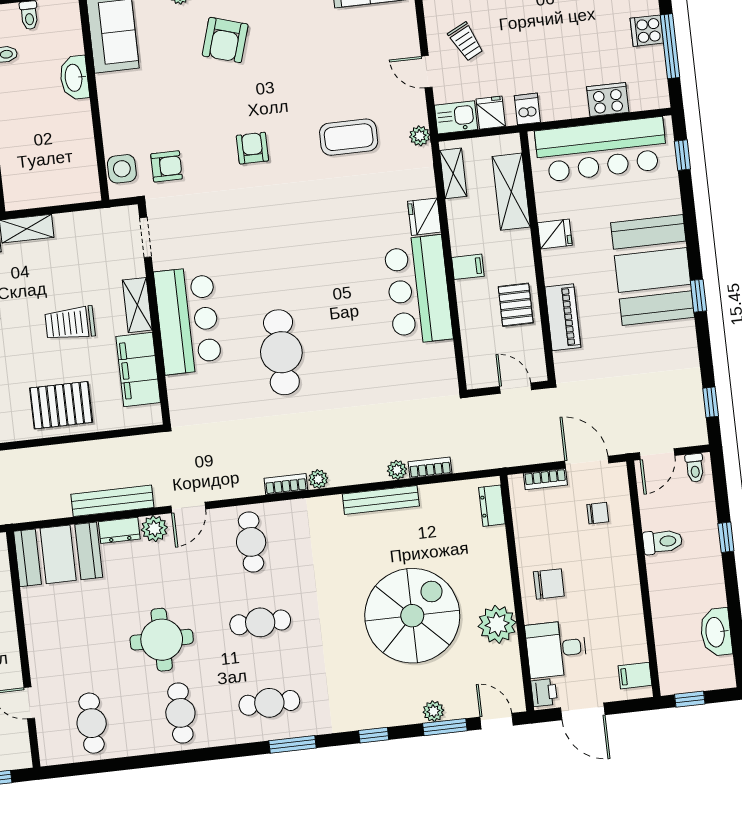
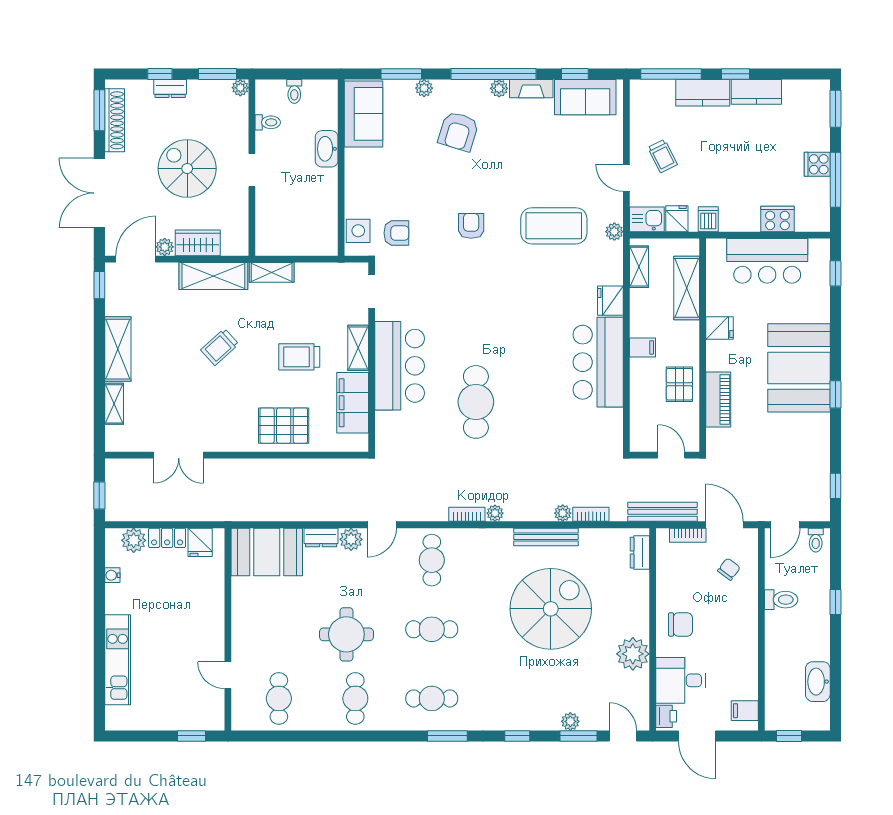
coffee table: (349, 137) -> (554, 226), width x1.36, depth x1.32
bar counter: (601, 150) -> (767, 261), width x0.73
bench: (112, 501) -> (663, 512), moved
chair: (598, 513) -> (729, 569), turned -53
spiral stairs: (412, 616) -> (551, 609), moved

